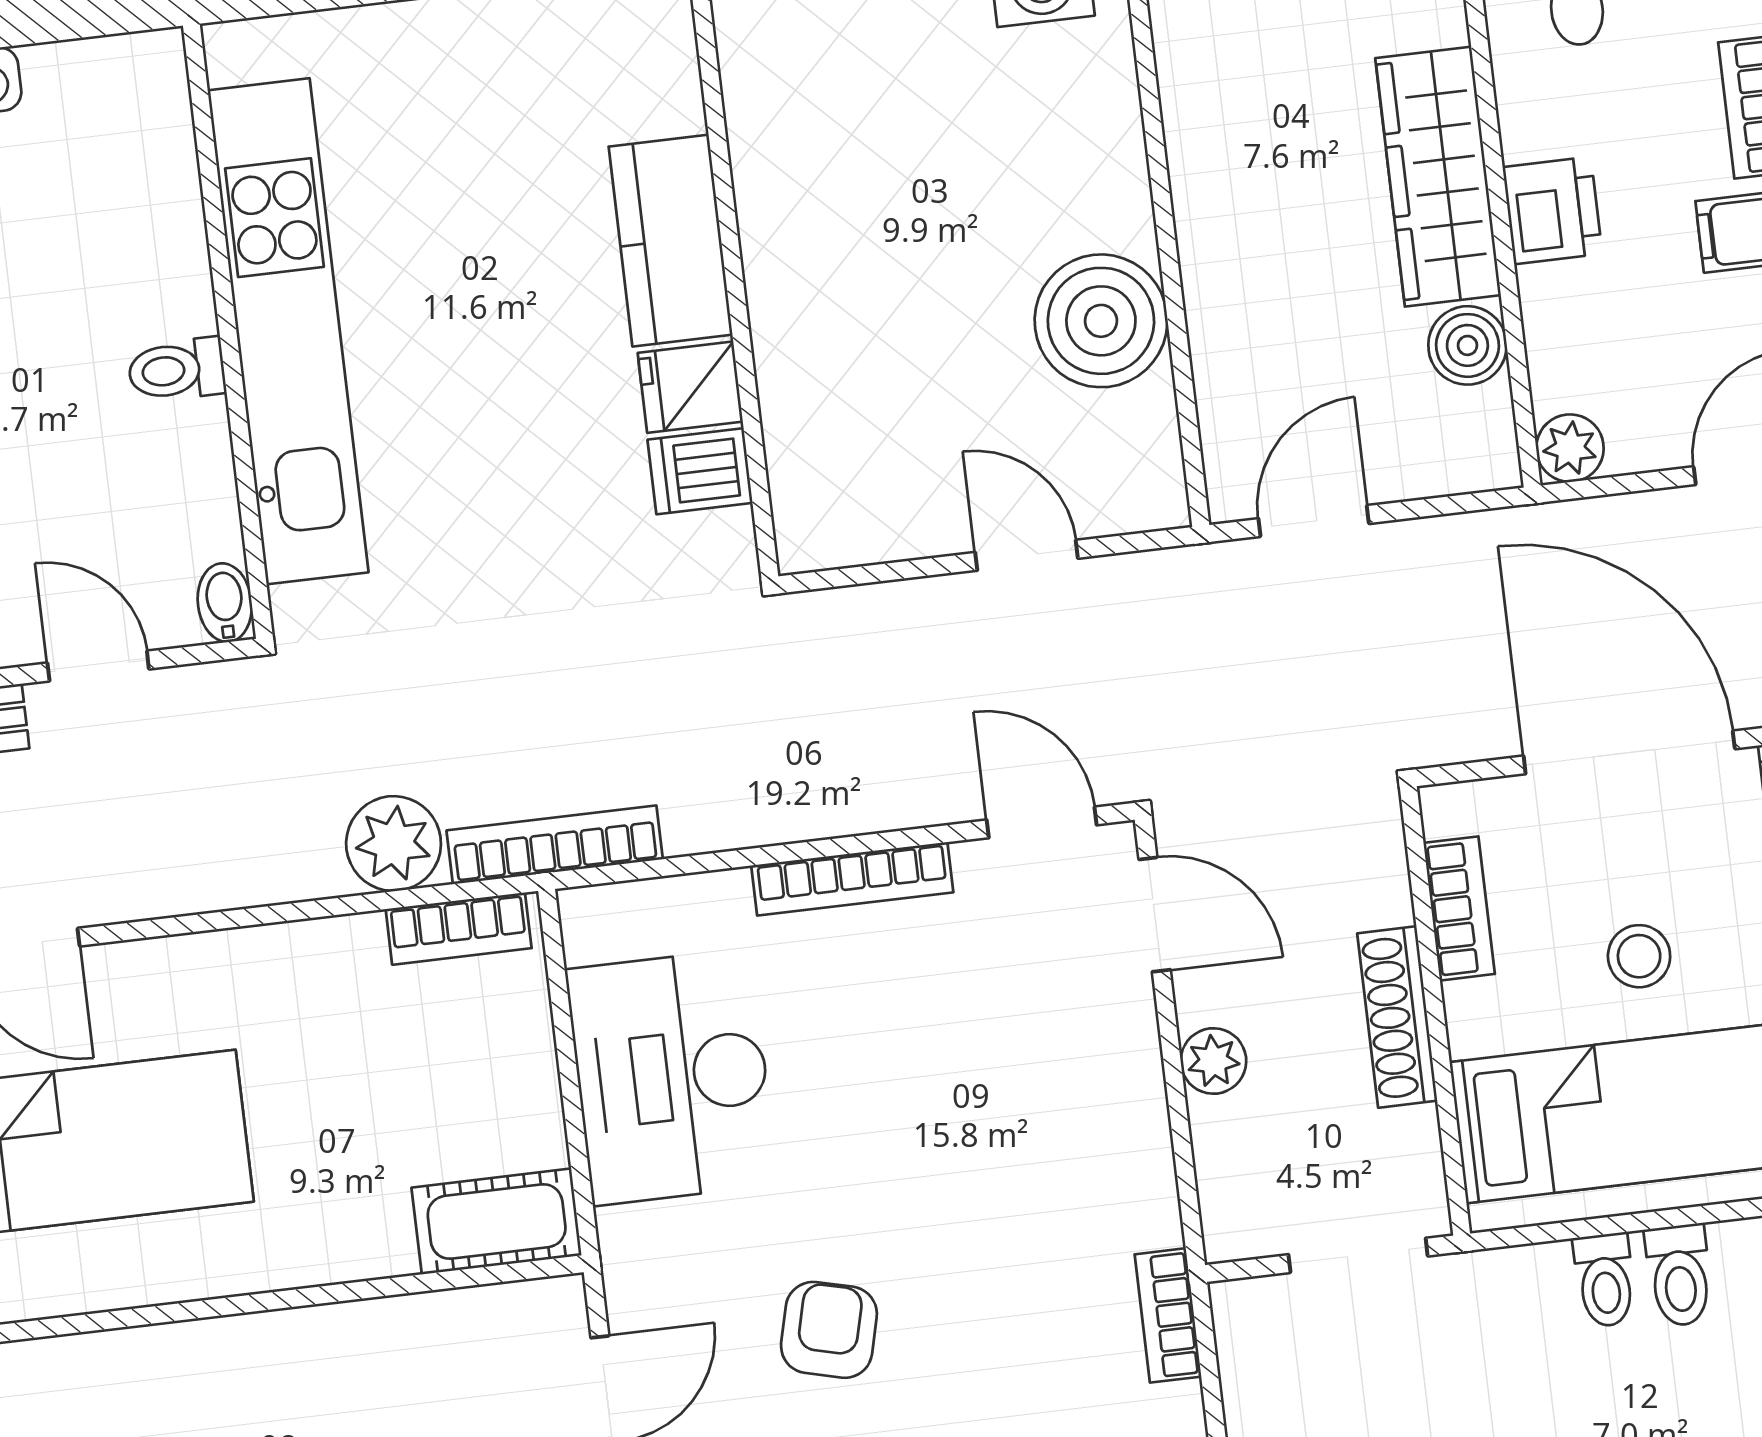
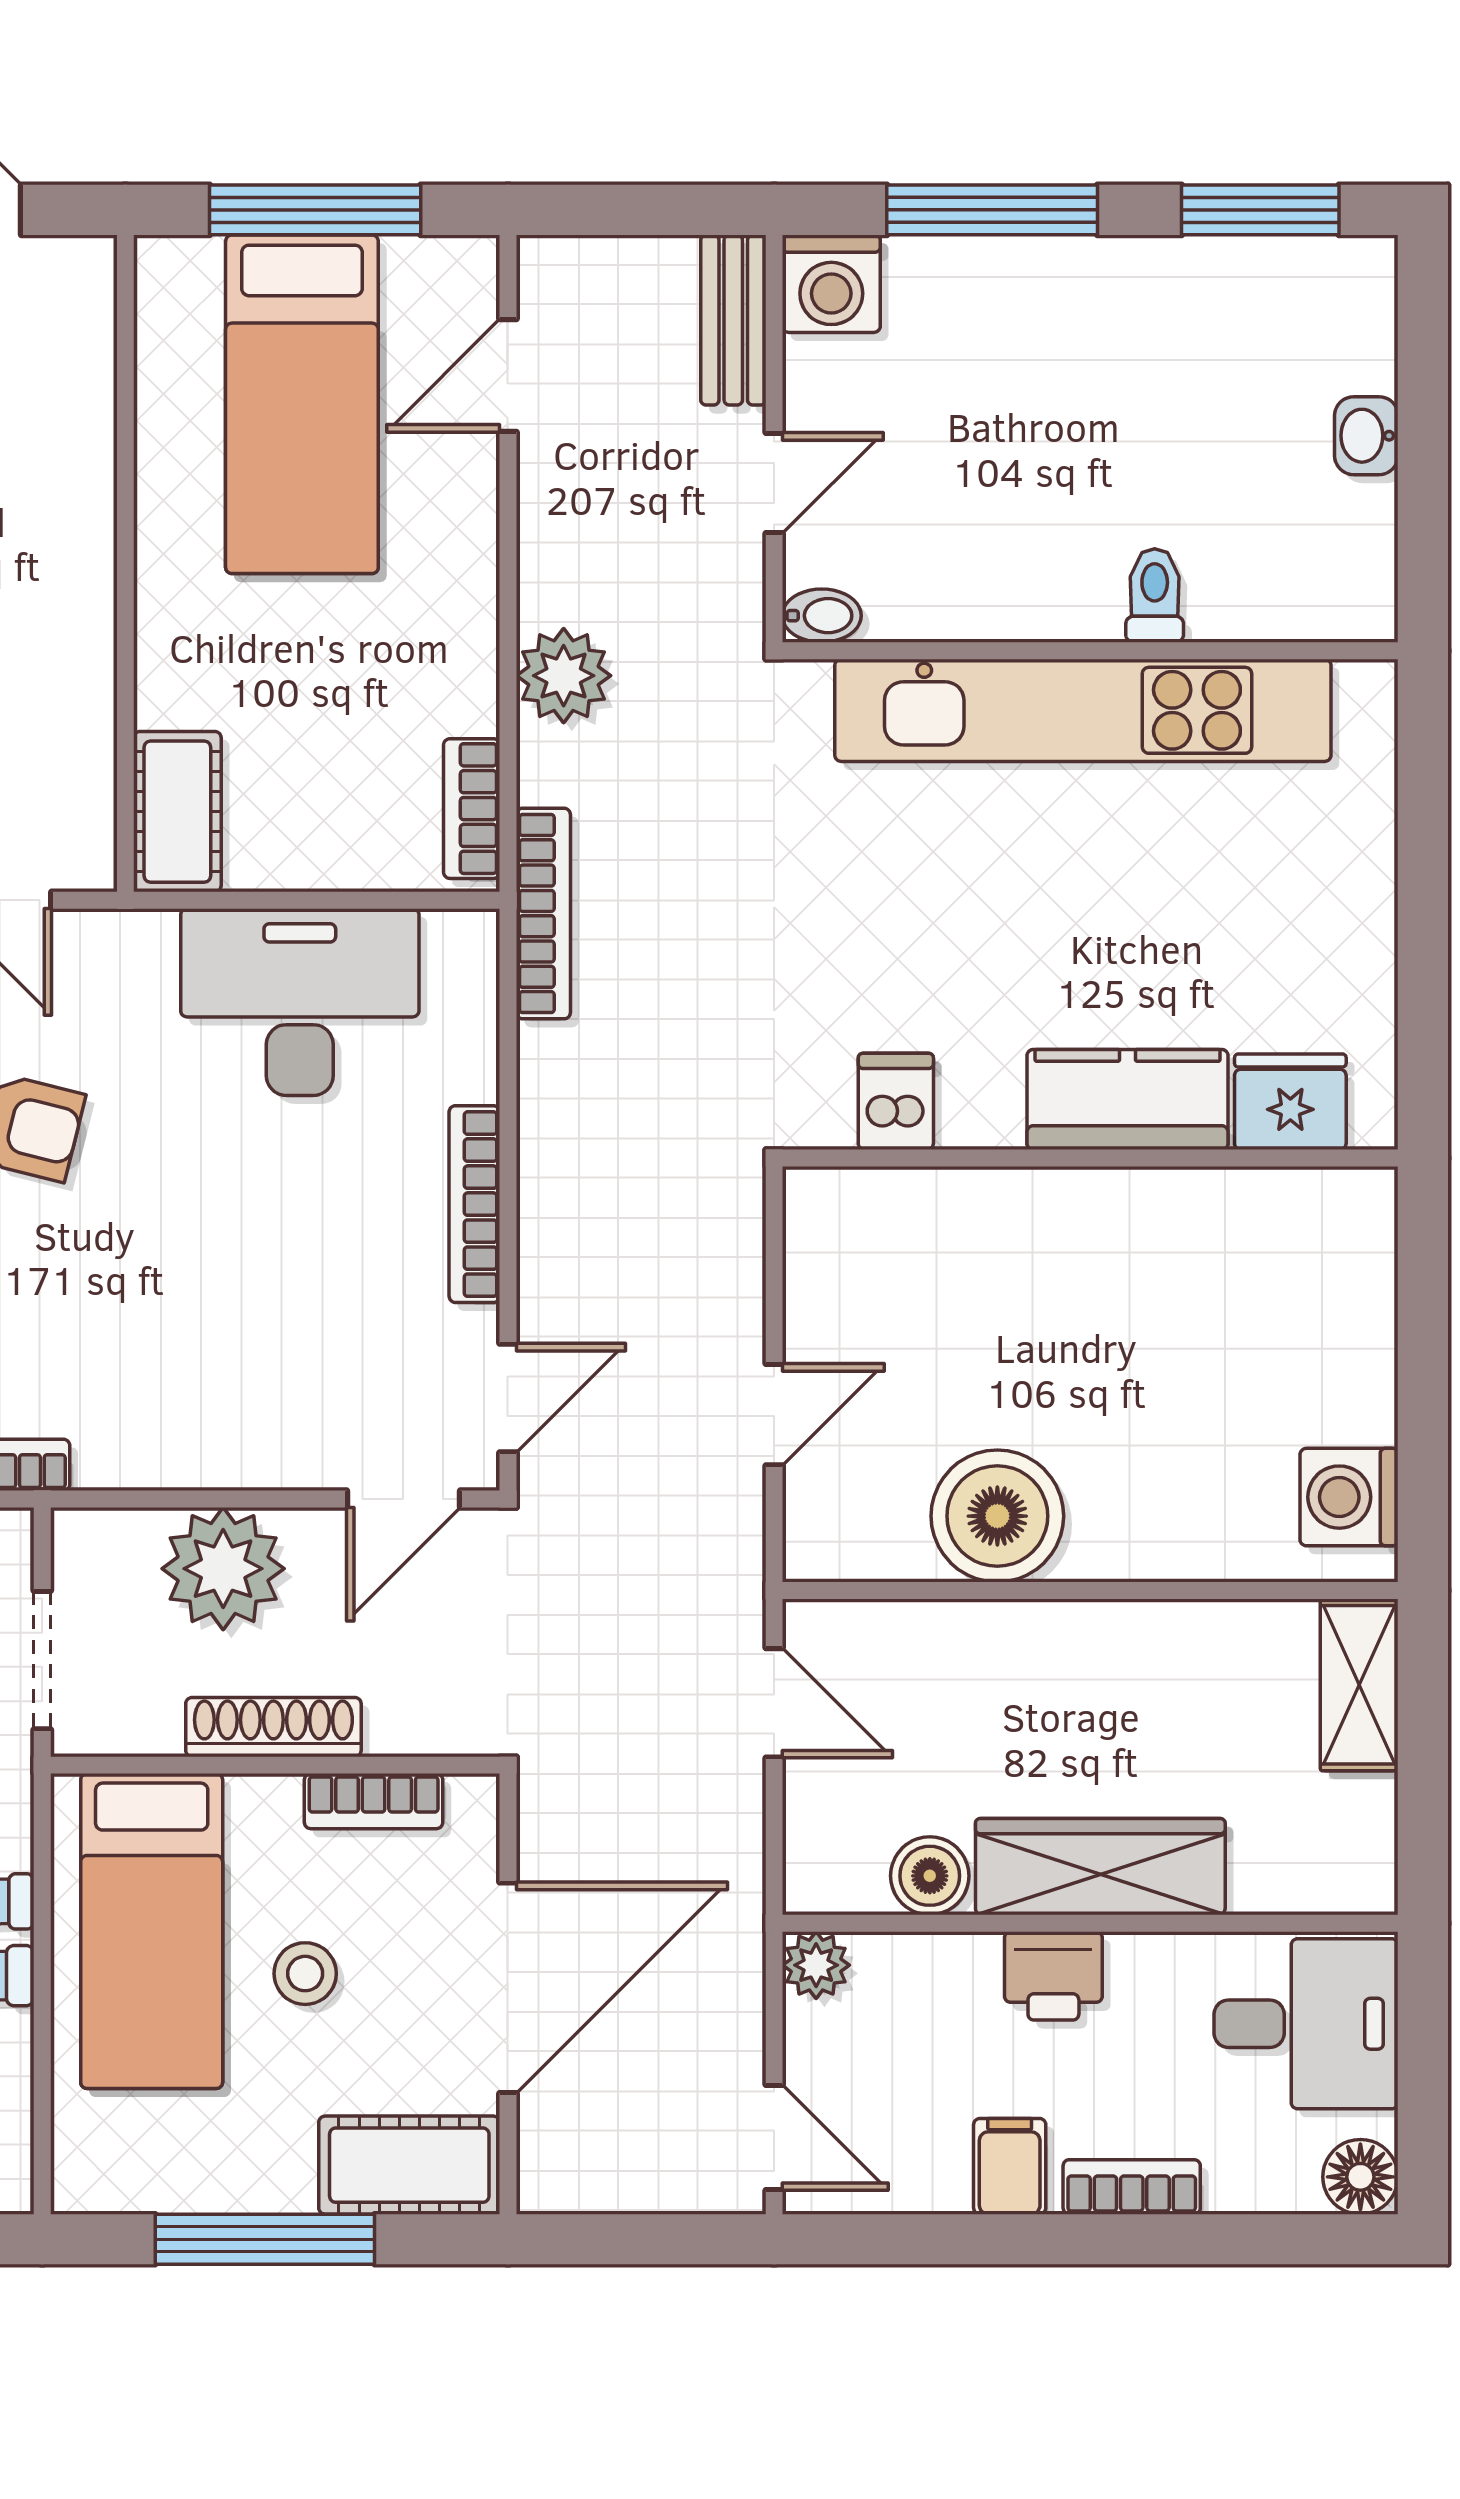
toilet: (177, 370) -> (1155, 595), moved
fridge: (690, 387) -> (1290, 1102), moved, width x1.38
plant: (394, 844) -> (564, 676), moved
plant: (1213, 1061) -> (223, 1569), width x1.88, depth x1.88

